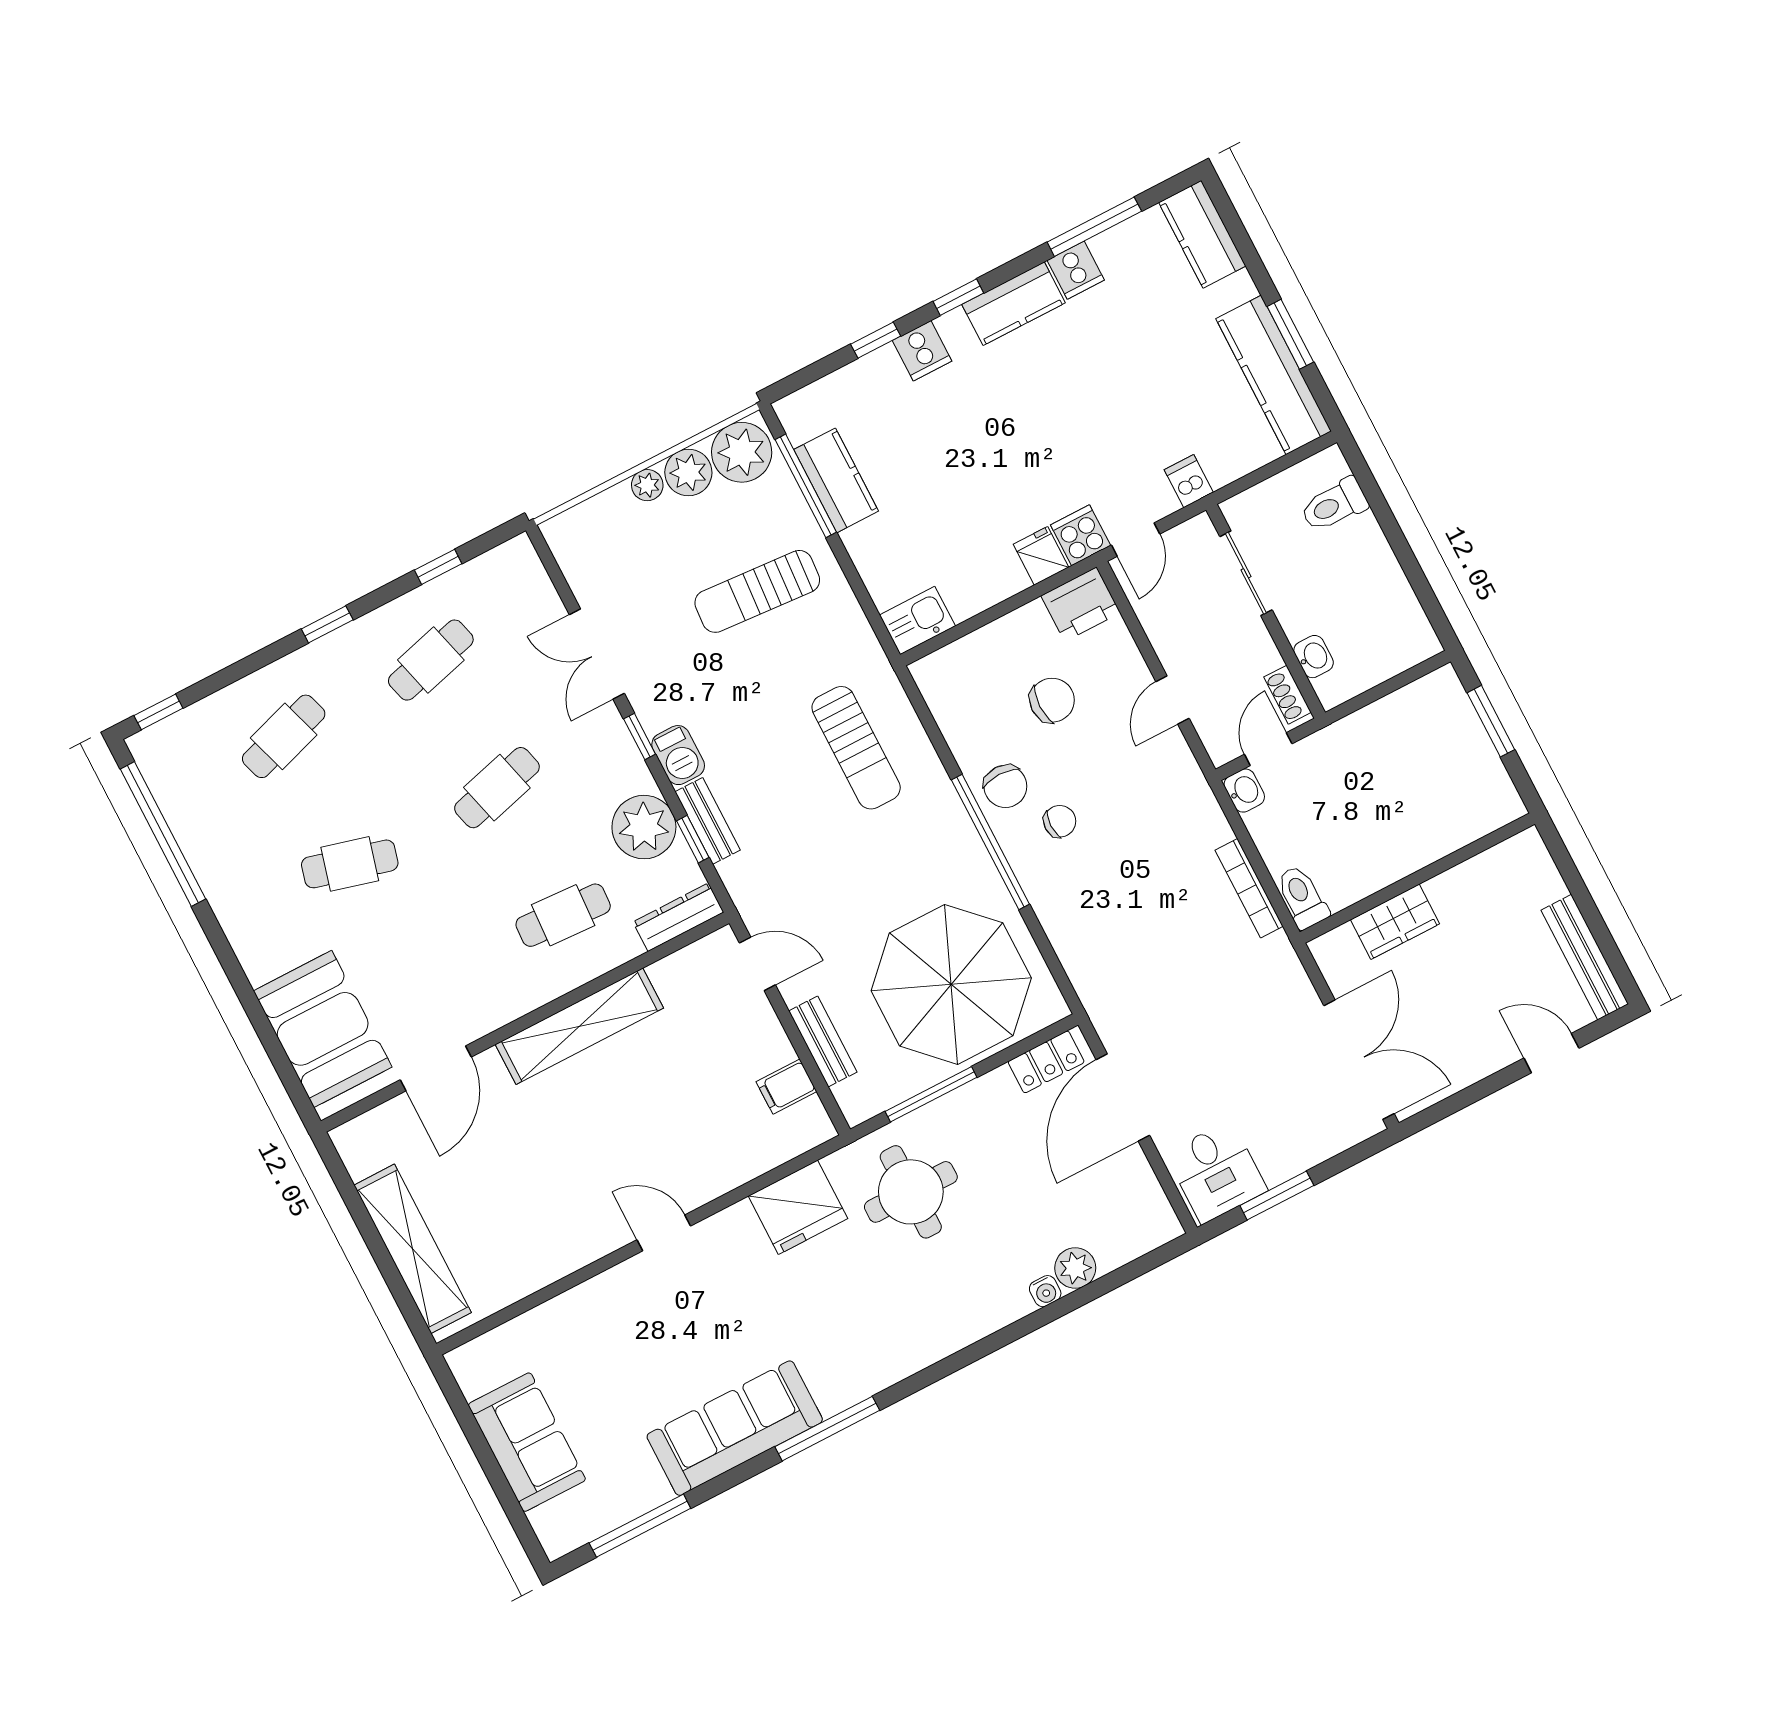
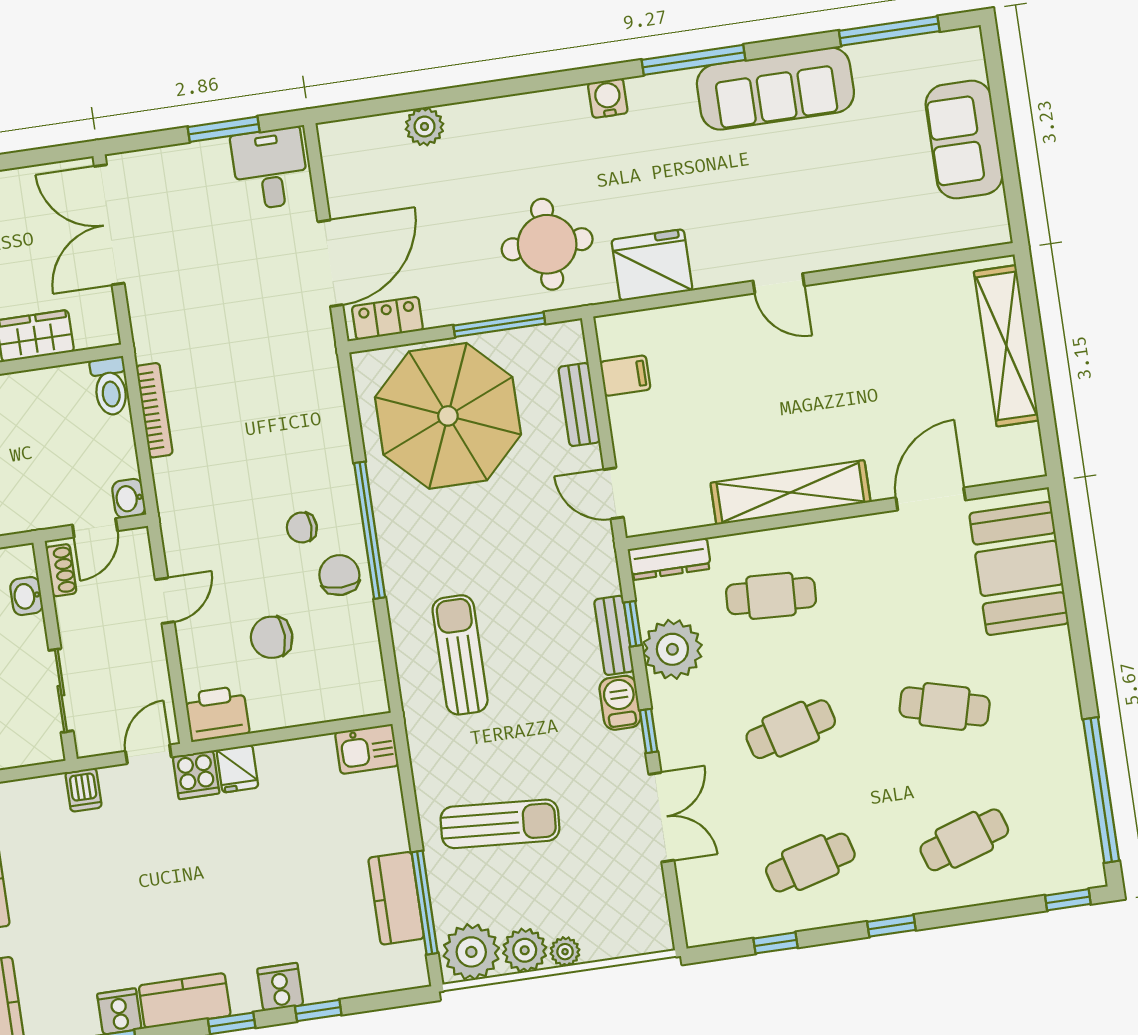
water cooler: (1045, 1291) -> (608, 98), moved, width x1.38, depth x1.38

